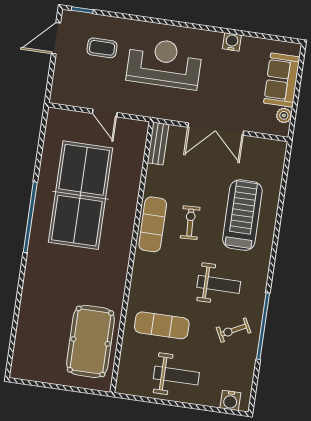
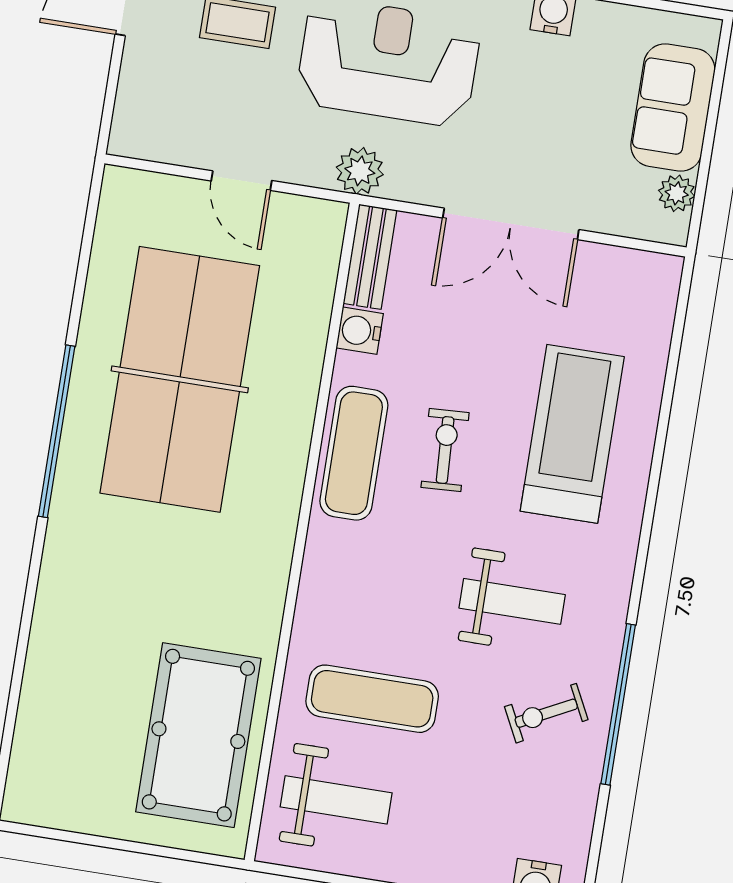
plant: (153, 108) -> (360, 171), added
water cooler: (154, 174) -> (360, 331), added
weight bench: (176, 376) -> (336, 800), moved

